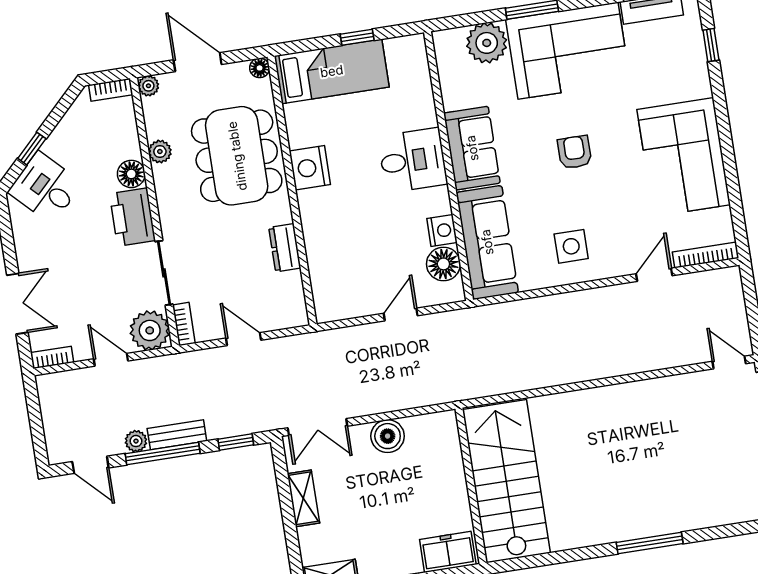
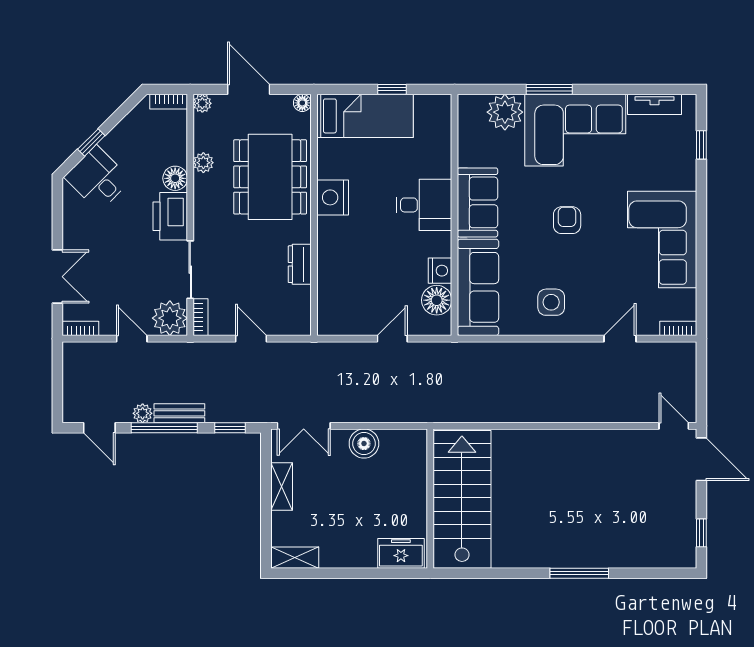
bookcase: (706, 255) -> (678, 328), width x0.64

